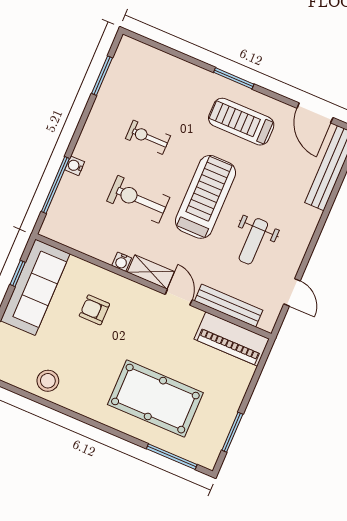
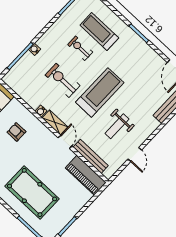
treadmill: (241, 122) -> (99, 31), moved
door: (292, 292) -> (135, 154), moved

